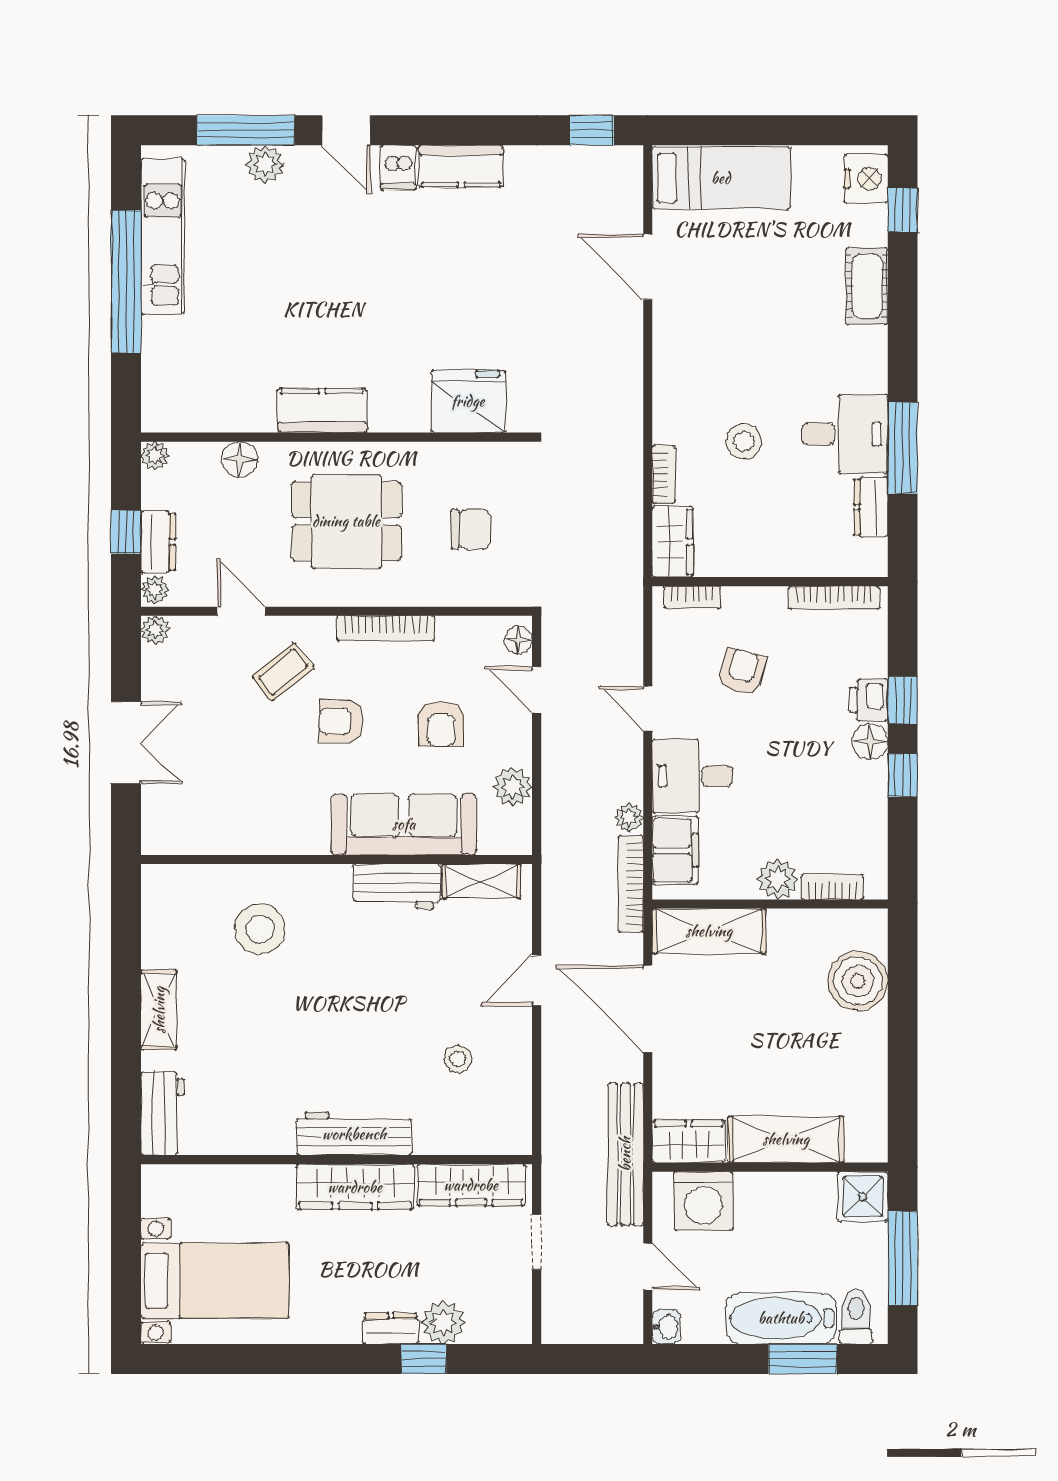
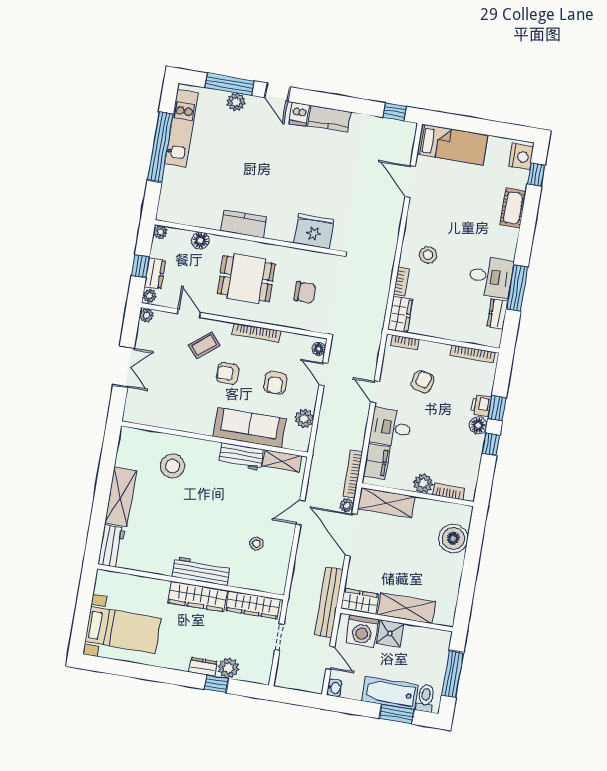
stool: (744, 441) -> (428, 255), moved
plant: (629, 818) -> (347, 505), moved
shelving: (159, 1010) -> (121, 497), width x1.50, depth x1.33
shower: (863, 1197) -> (390, 633), moved

